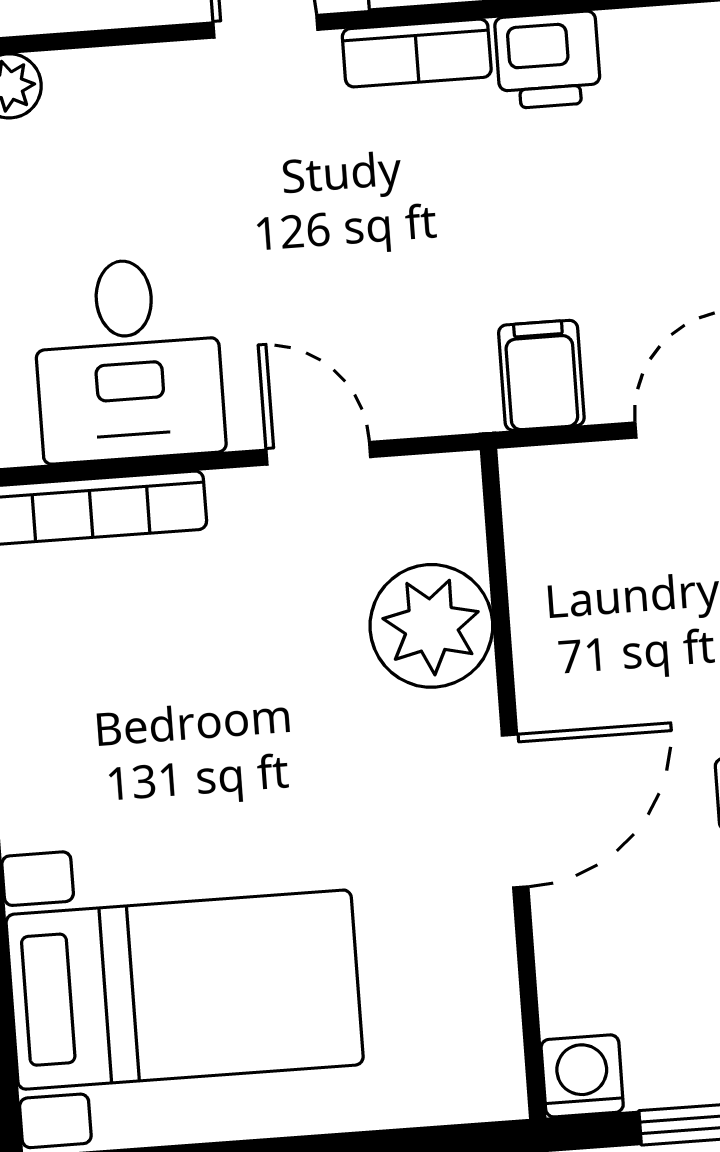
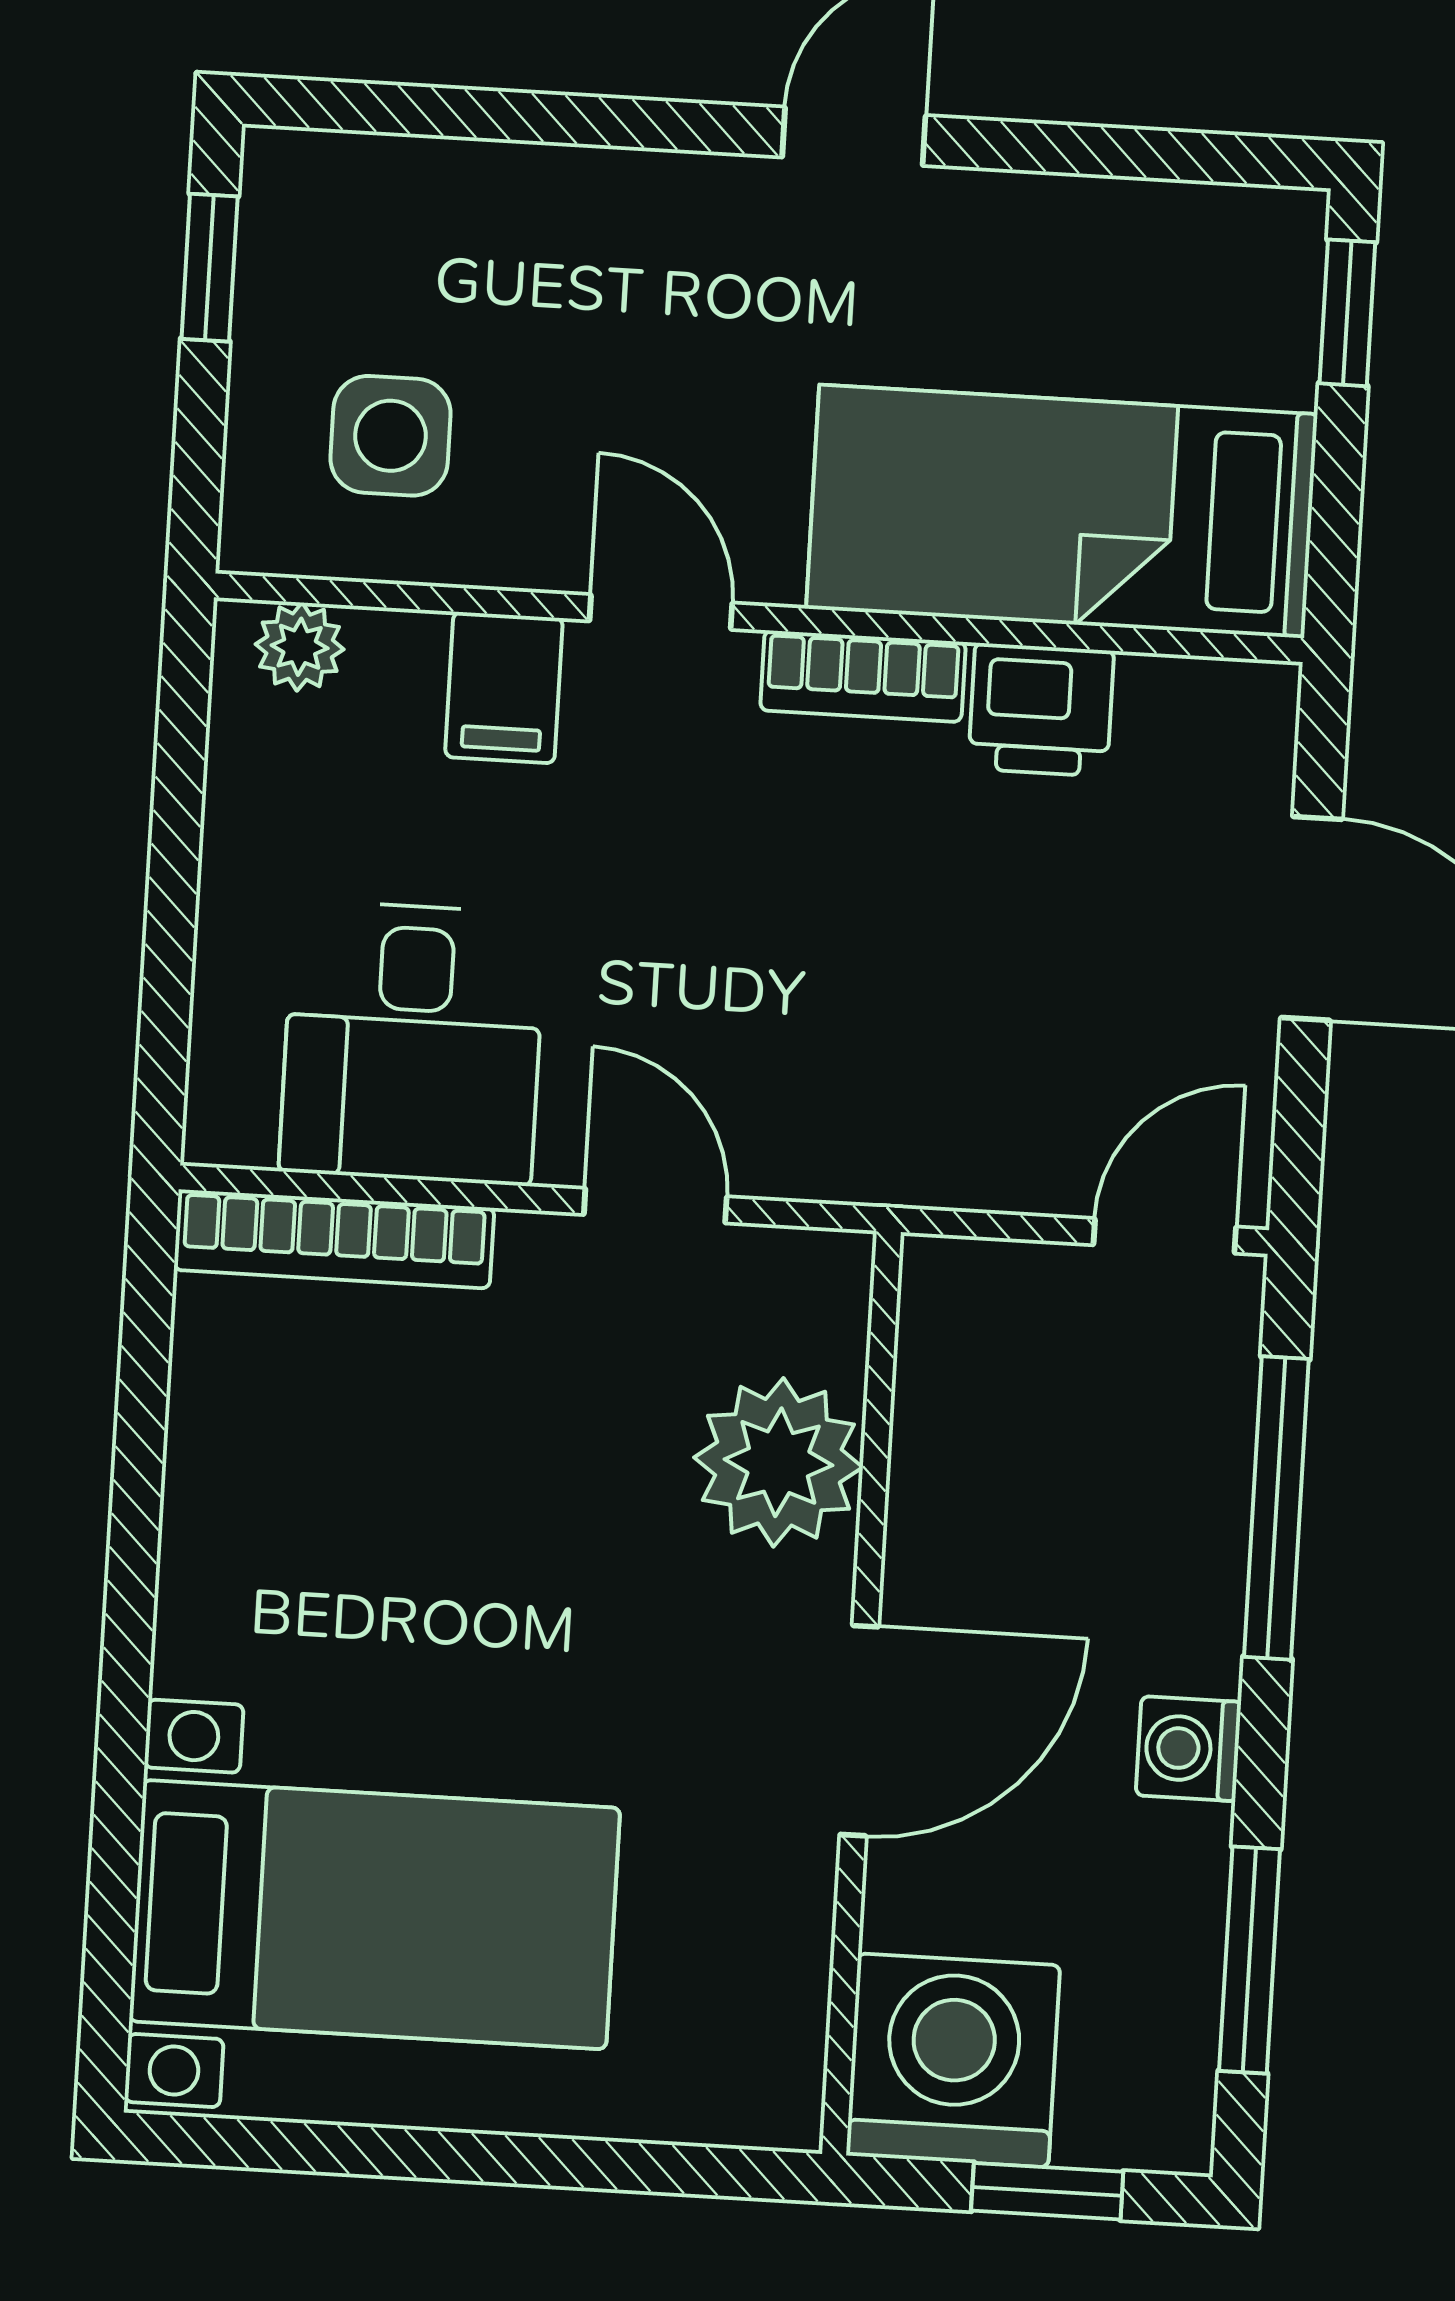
filing cabinet: (541, 375) -> (504, 688), moved, turned 180
washing machine: (582, 1076) -> (953, 2060), width x1.89, depth x1.89

